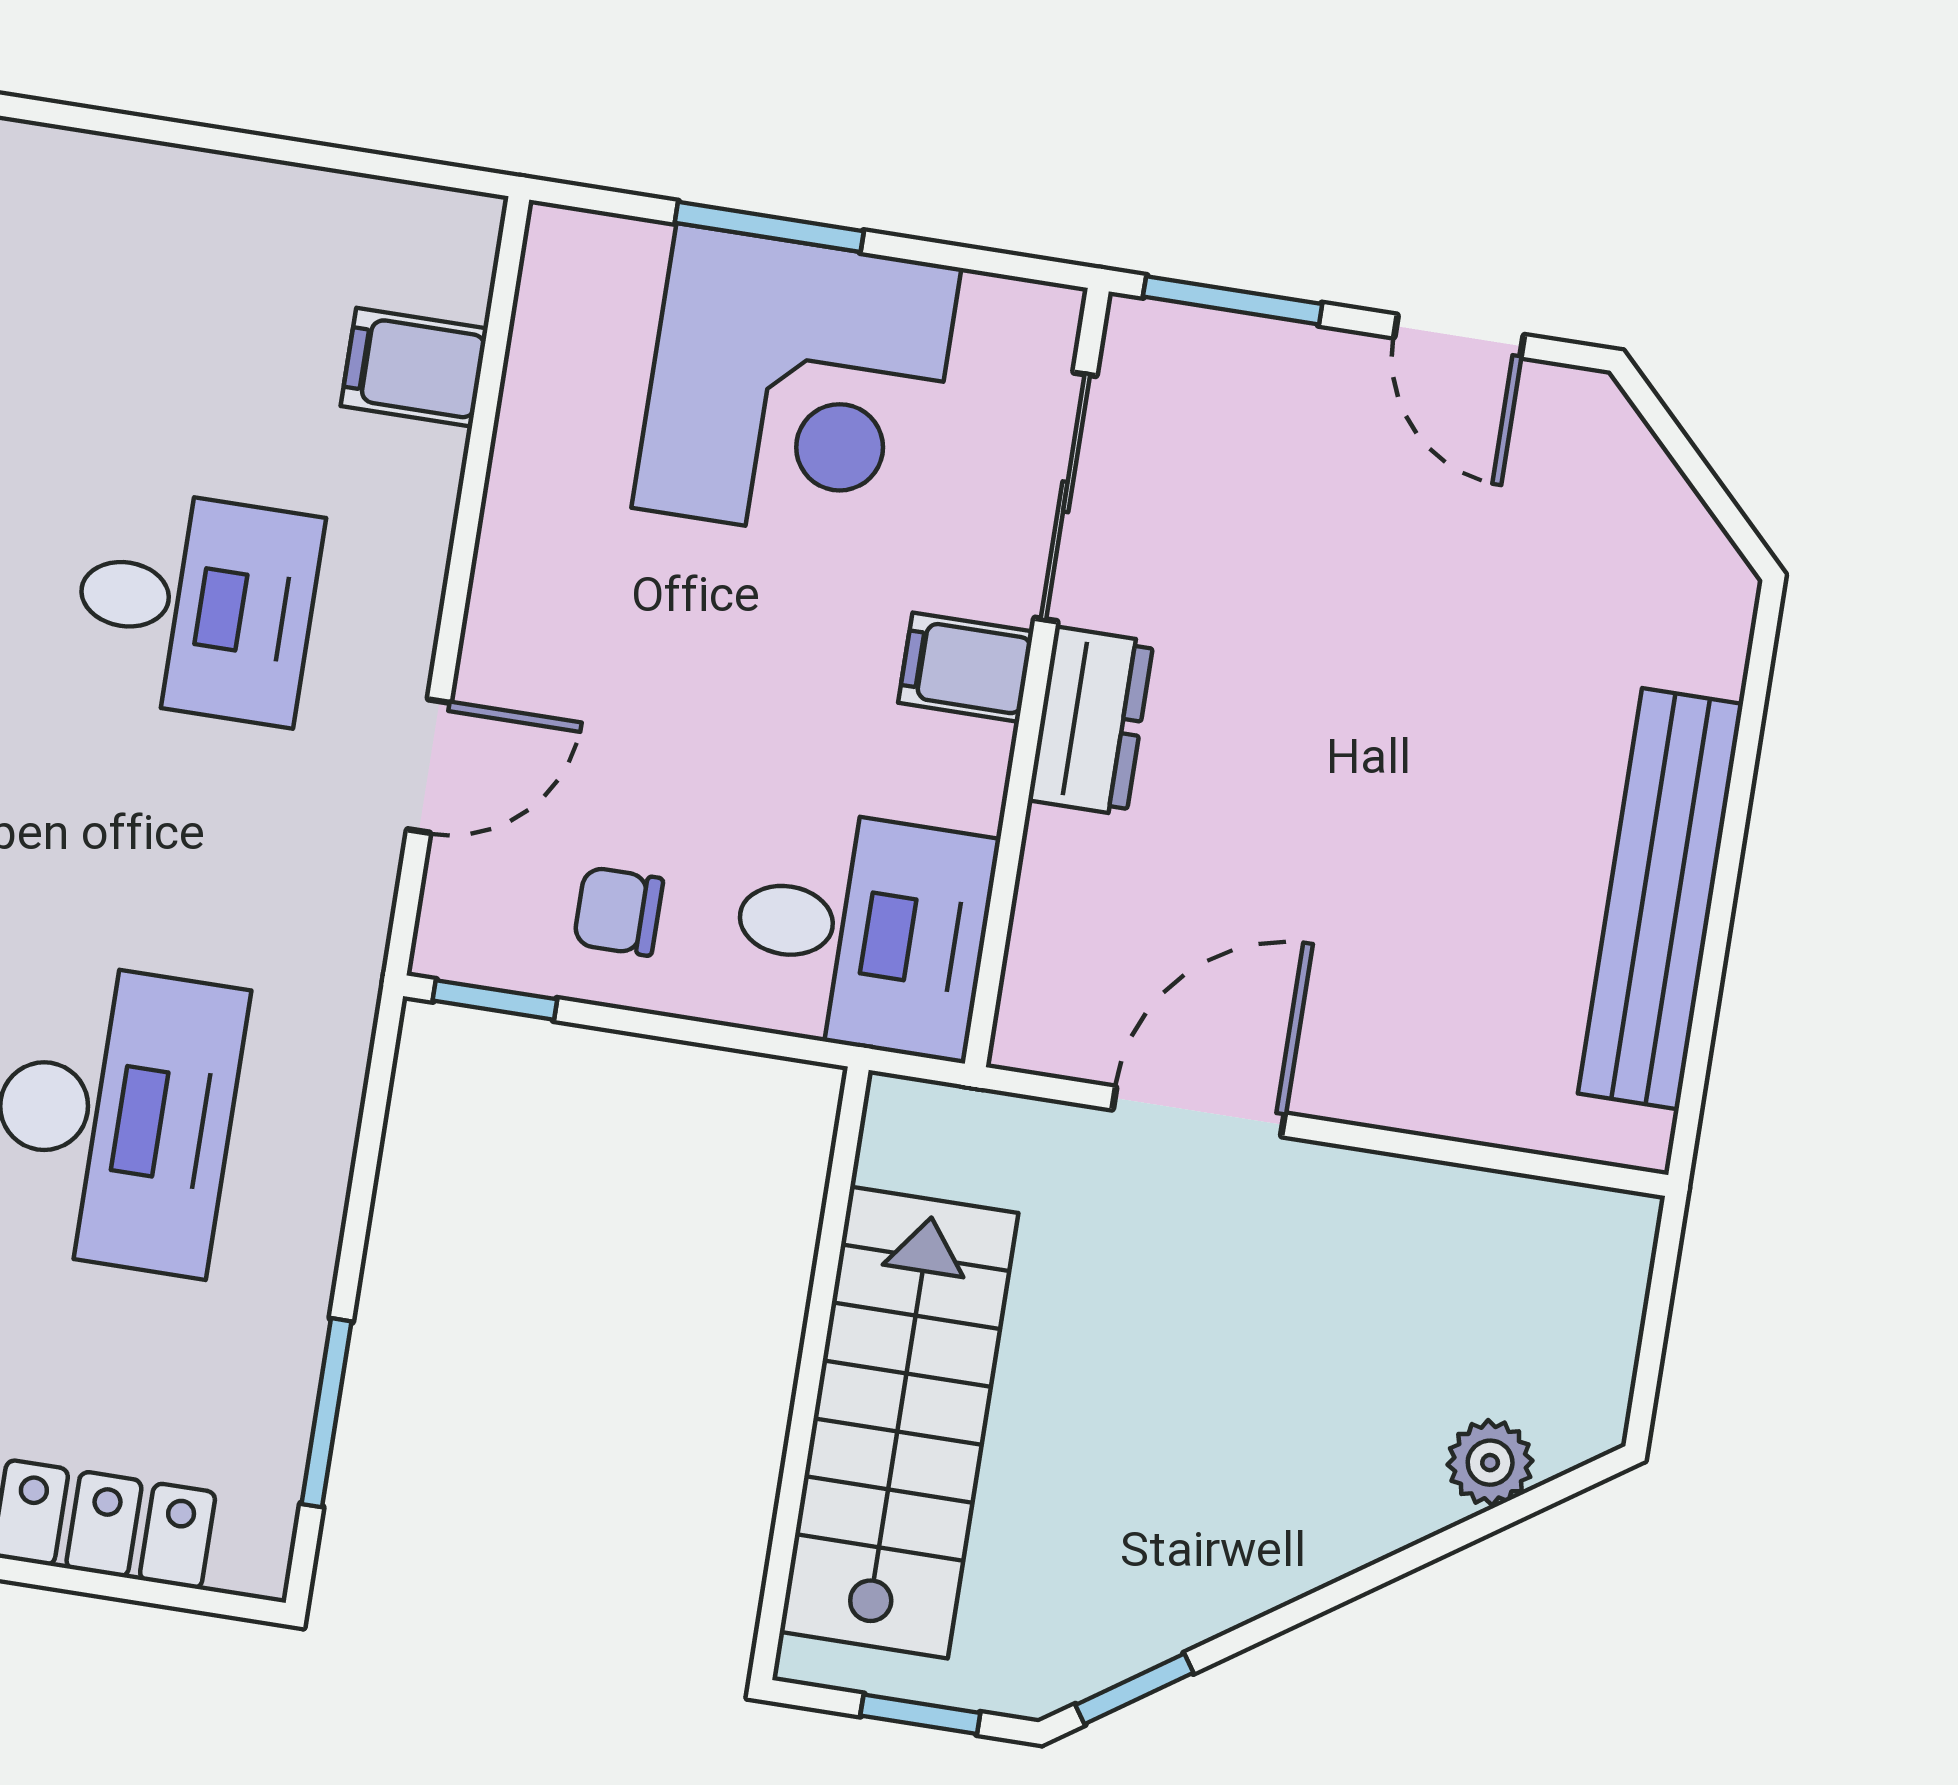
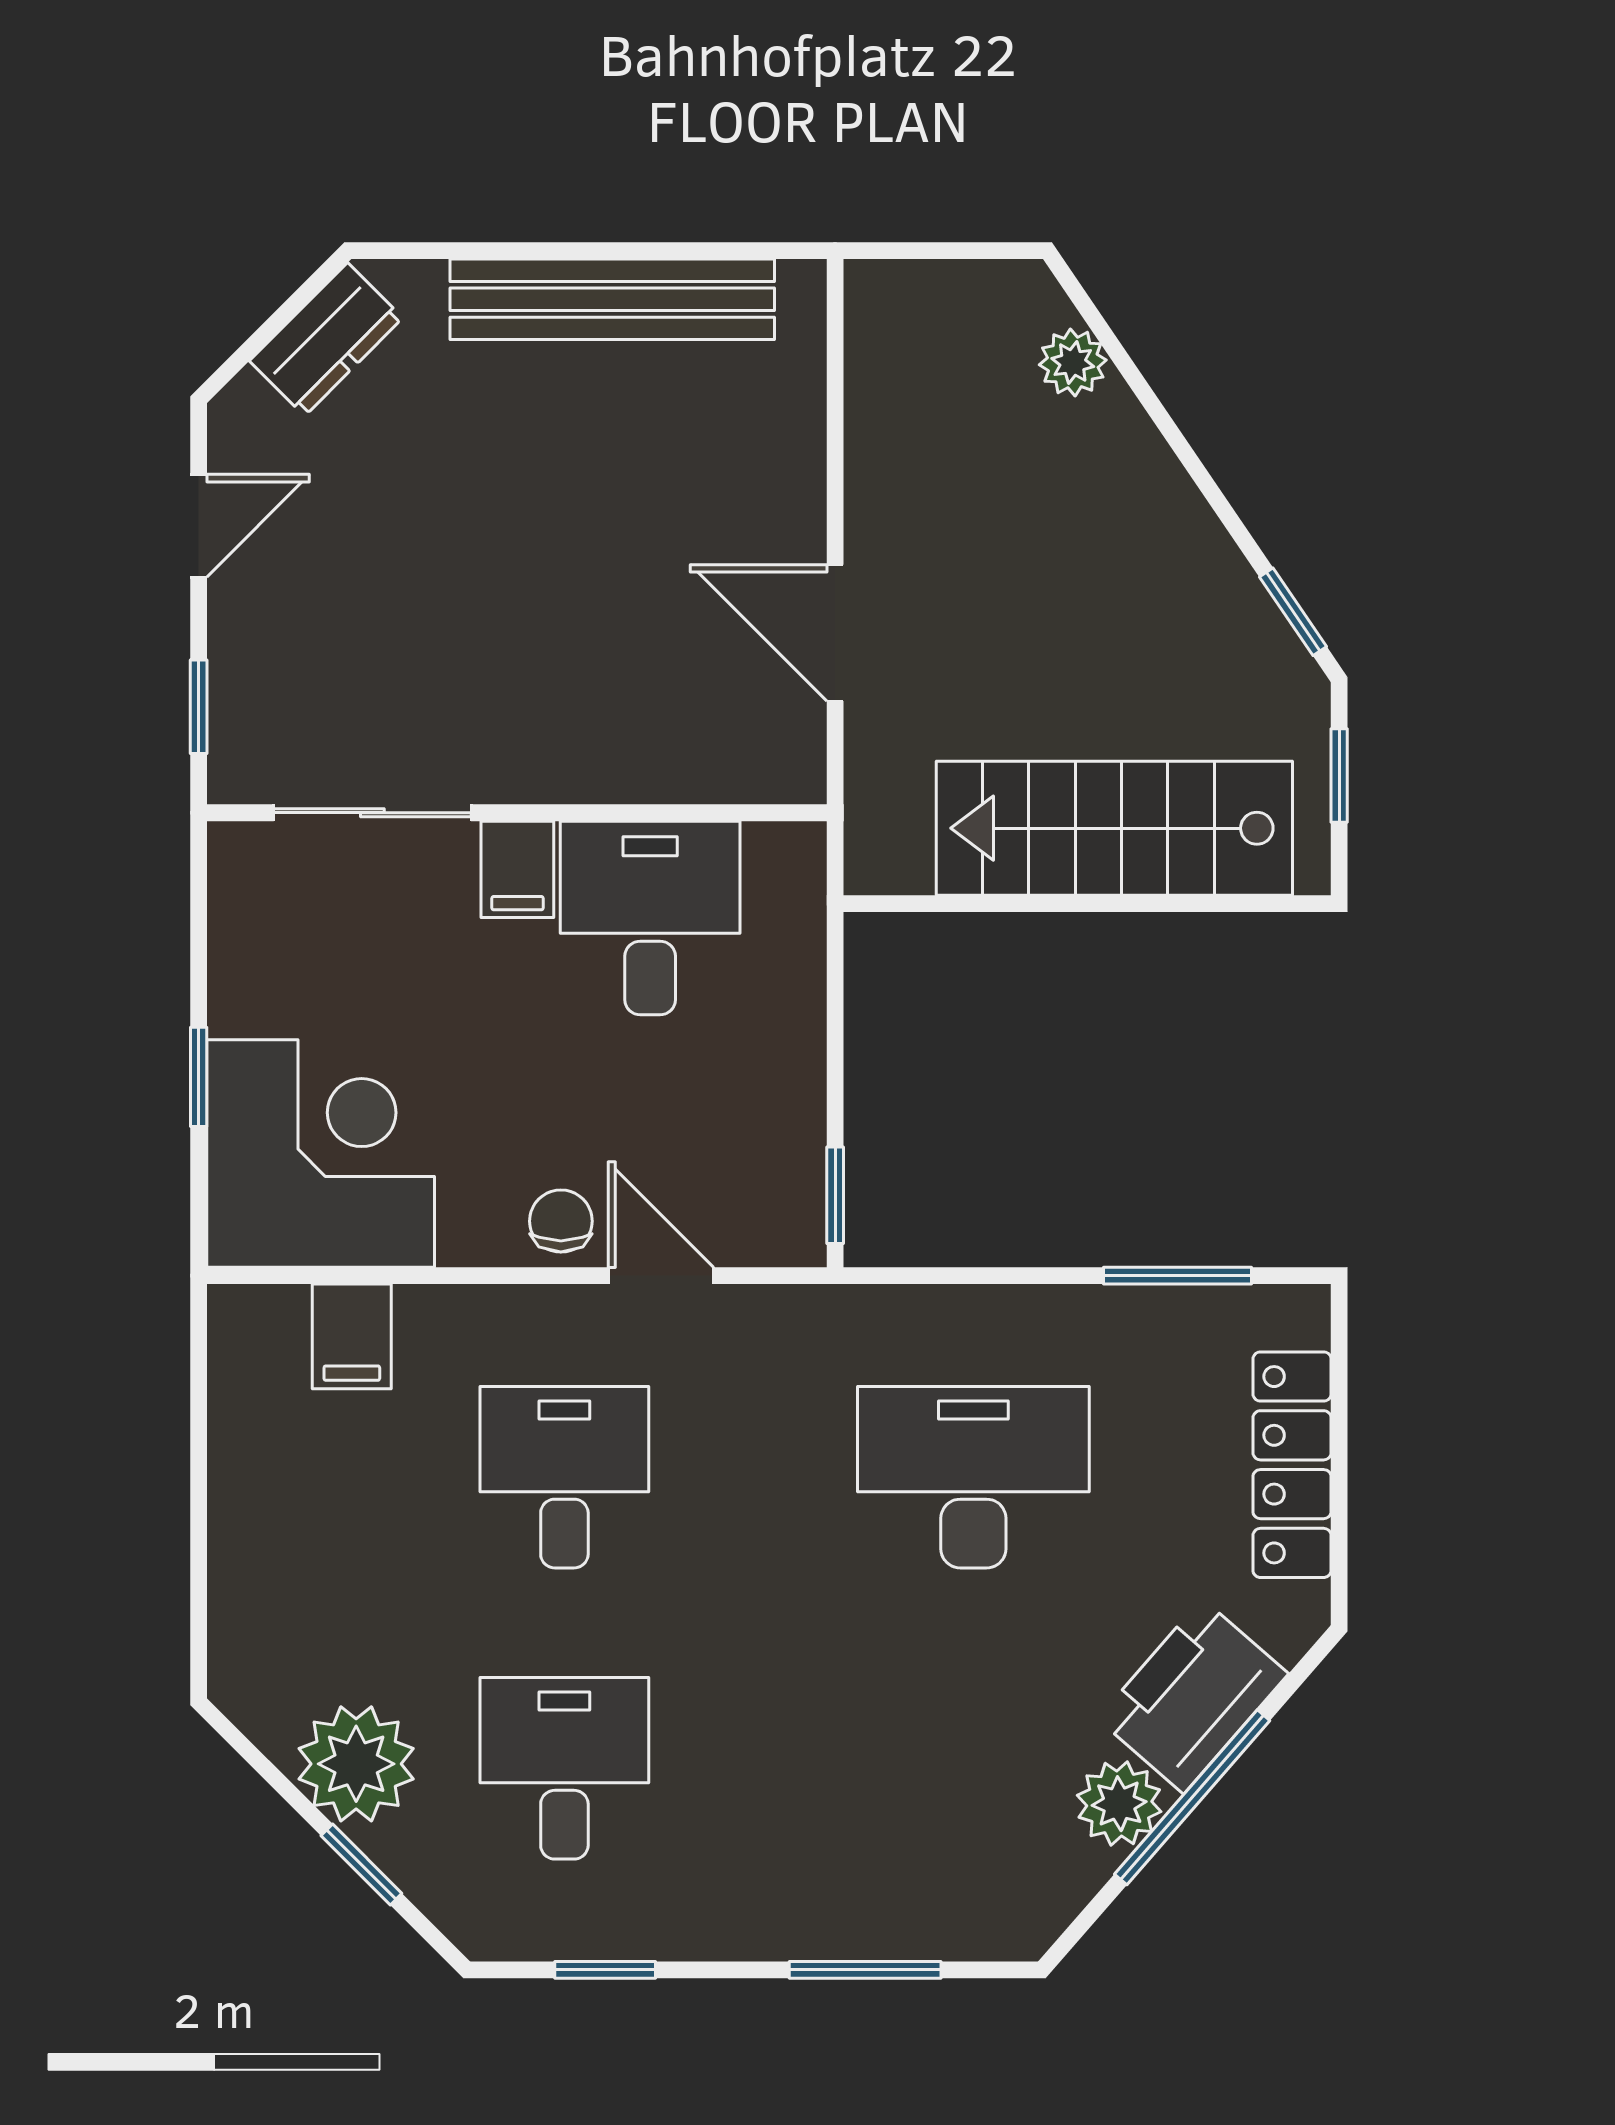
window: (769, 227) -> (199, 1077), width x0.67
window: (1233, 300) -> (199, 707), width x0.67
corner desk: (796, 388) -> (321, 1154), moved
dresser: (1091, 721) -> (326, 339), moved, turned 135
chair: (618, 911) -> (561, 1221), moved, turned 180
desk: (862, 932) -> (650, 918), moved

